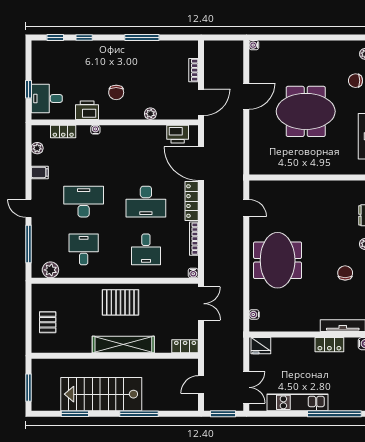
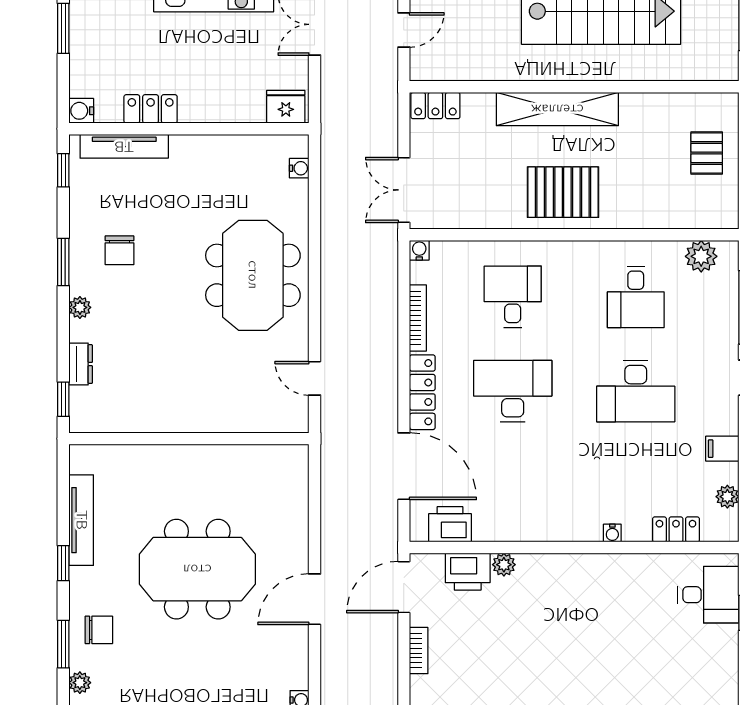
chair: (116, 92) -> (571, 607), removed
printer: (87, 110) -> (468, 572), moved

